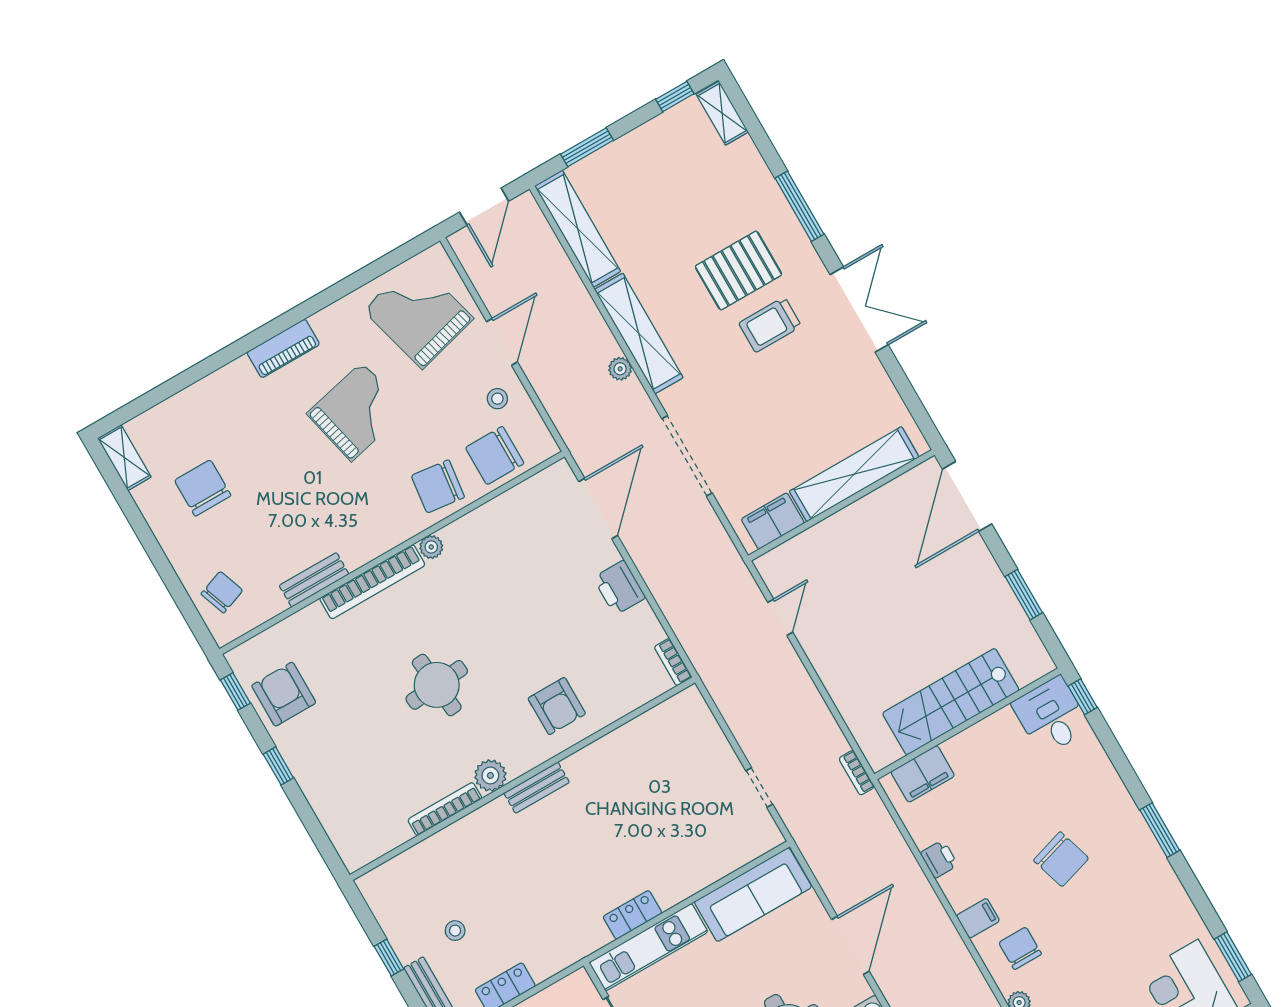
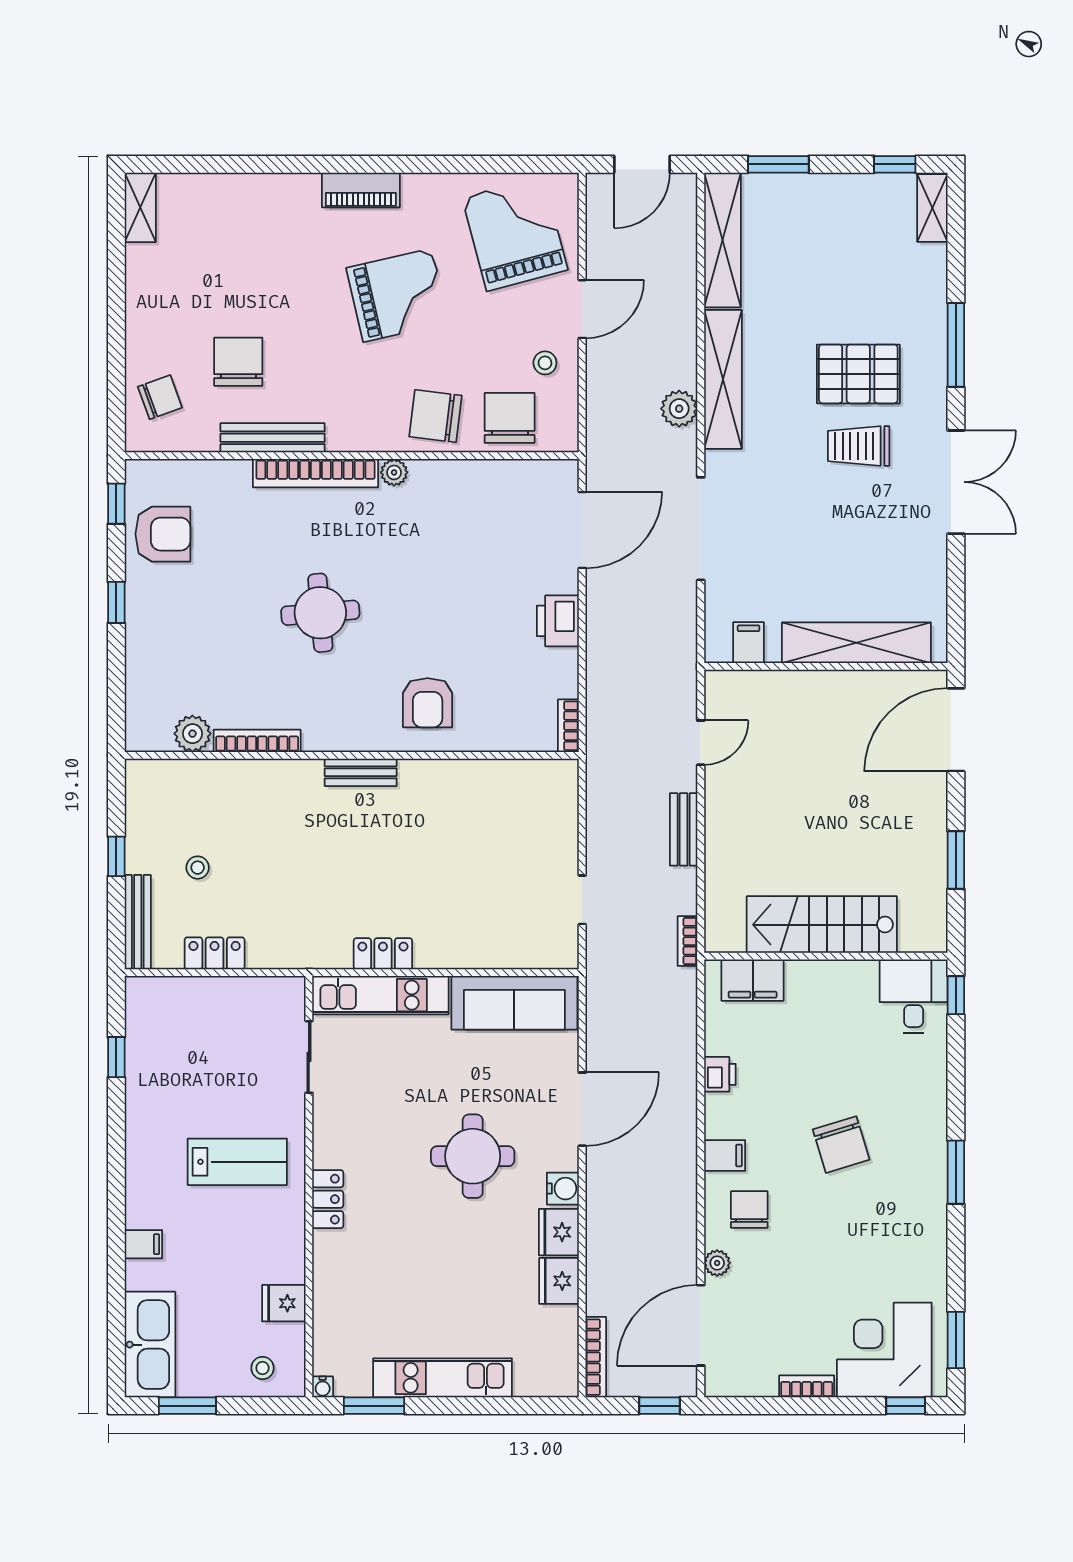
plant: (620, 369) -> (679, 409), width x1.38, depth x1.38
chair: (495, 456) -> (510, 418), turned 90
chair: (203, 488) -> (238, 362), moved
filing cabinet: (773, 521) -> (749, 643), width x0.50
bench: (314, 580) -> (273, 438), width x1.36
bench: (805, 690) -> (684, 829), added
armchair: (284, 694) -> (163, 534), turned 90
plant: (490, 776) -> (192, 734), moved

